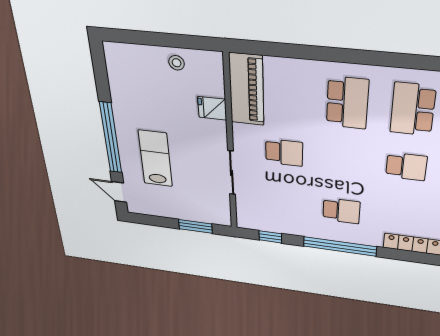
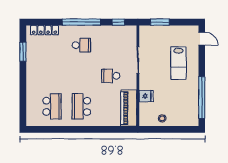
window: (111, 138) -> (202, 98), moved
school desk: (406, 167) -> (52, 76), removed
school desk: (341, 211) -> (81, 45), turned 180

